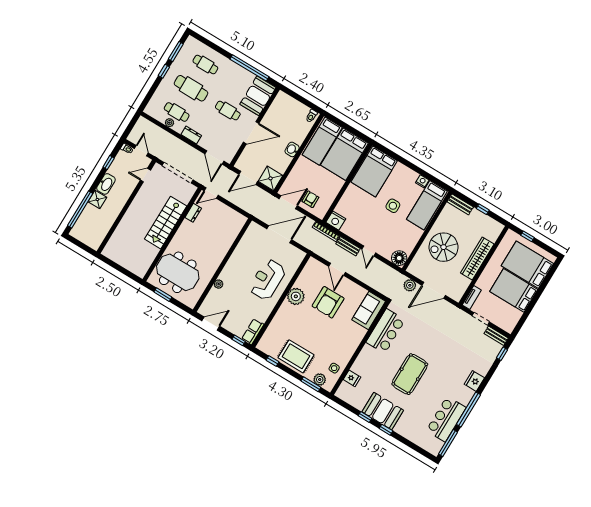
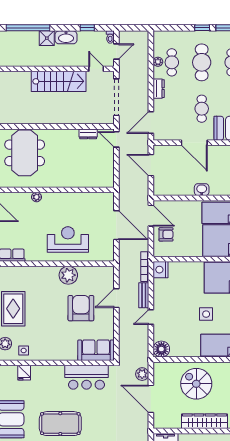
shower: (271, 178) -> (163, 186), removed
stairs: (166, 223) -> (59, 81), moved, turned 180
armchair: (328, 302) -> (81, 308), turned 90

